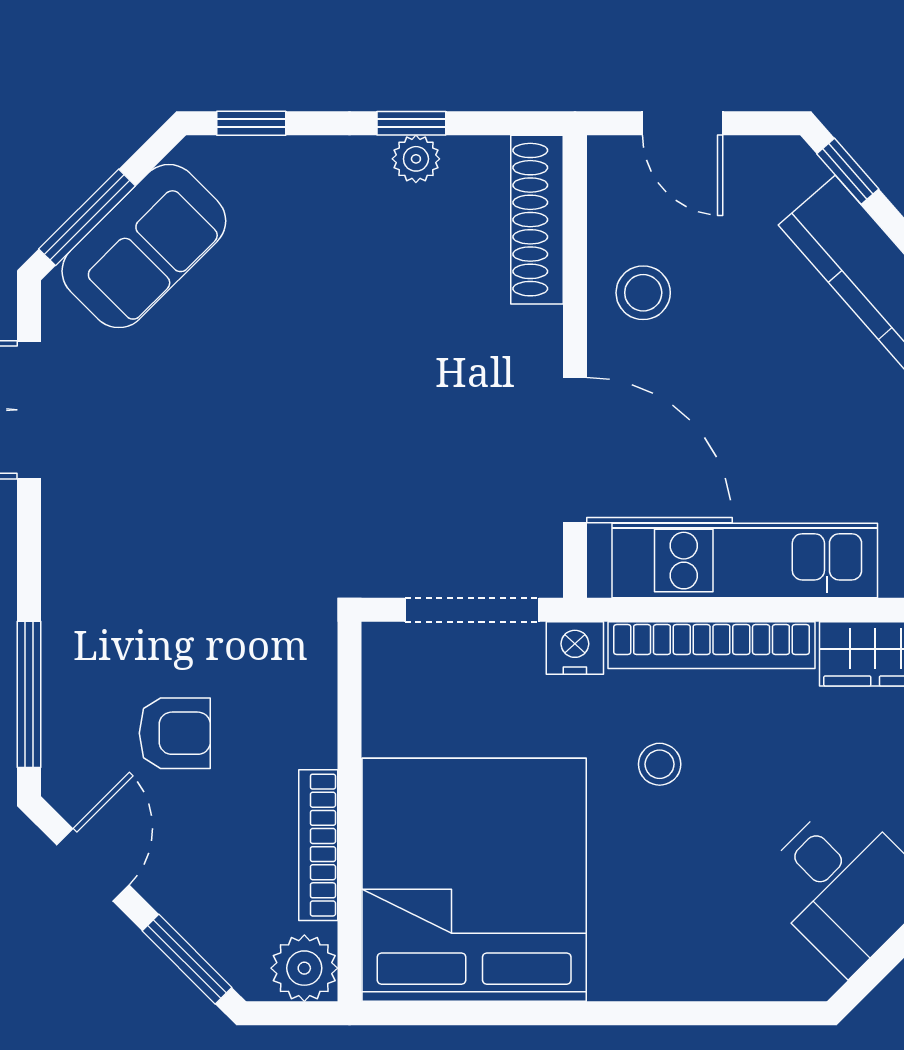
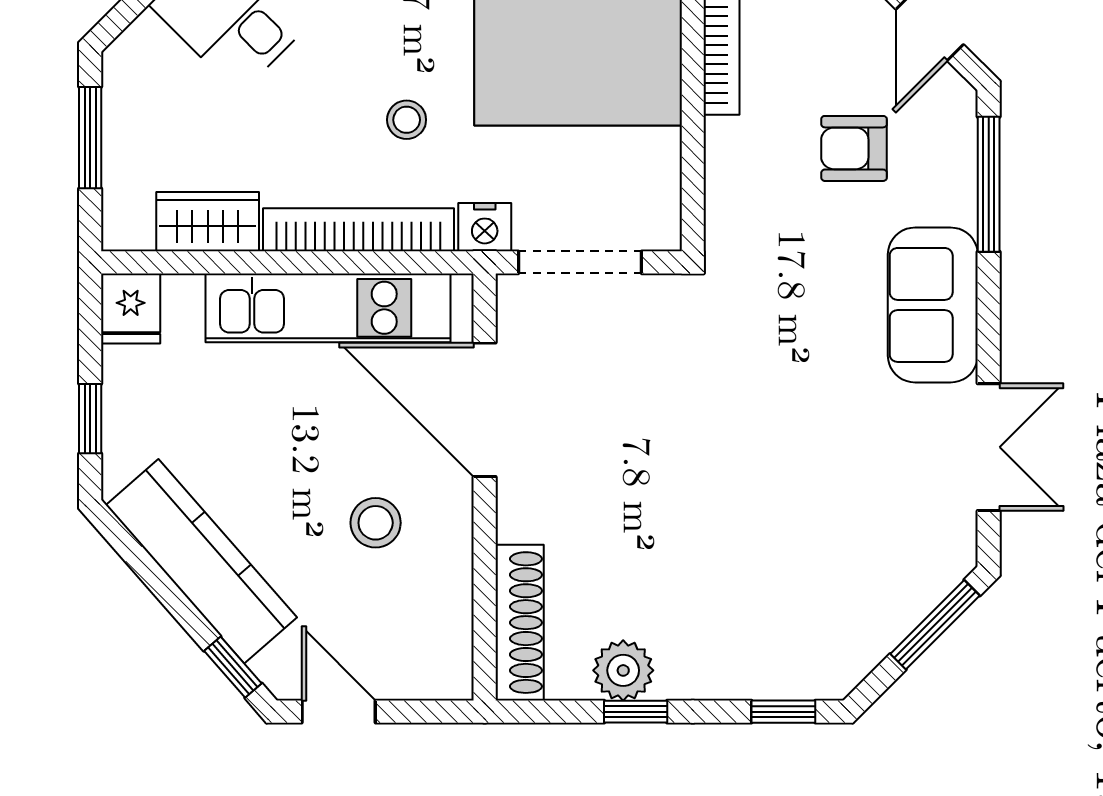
door: (683, 123) -> (339, 712), moved
plant: (416, 159) -> (623, 670), width x1.38, depth x1.38
sofa: (144, 246) -> (933, 305), moved, turned -45
stool: (643, 293) -> (376, 523), moved

